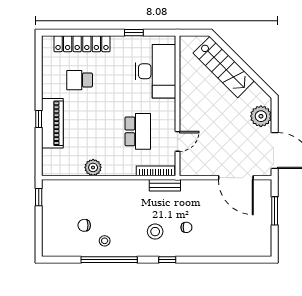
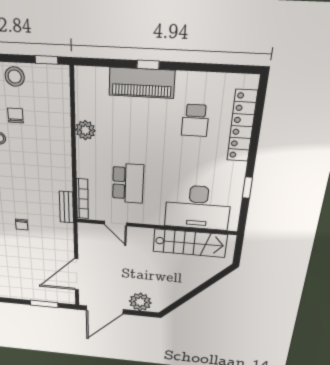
stairs: (224, 67) -> (190, 243), moved, turned -135
school desk: (80, 80) -> (195, 120), turned 180
school desk: (138, 131) -> (128, 183), turned -90
stool: (155, 232) -> (15, 77), moved

